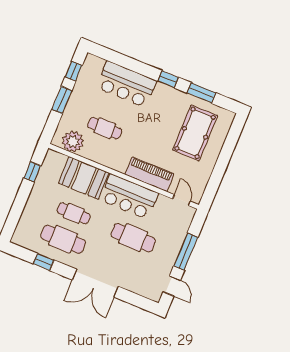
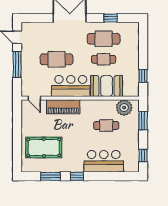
window: (62, 100) -> (143, 121), moved
pool table: (195, 133) -> (44, 147), turned 90

